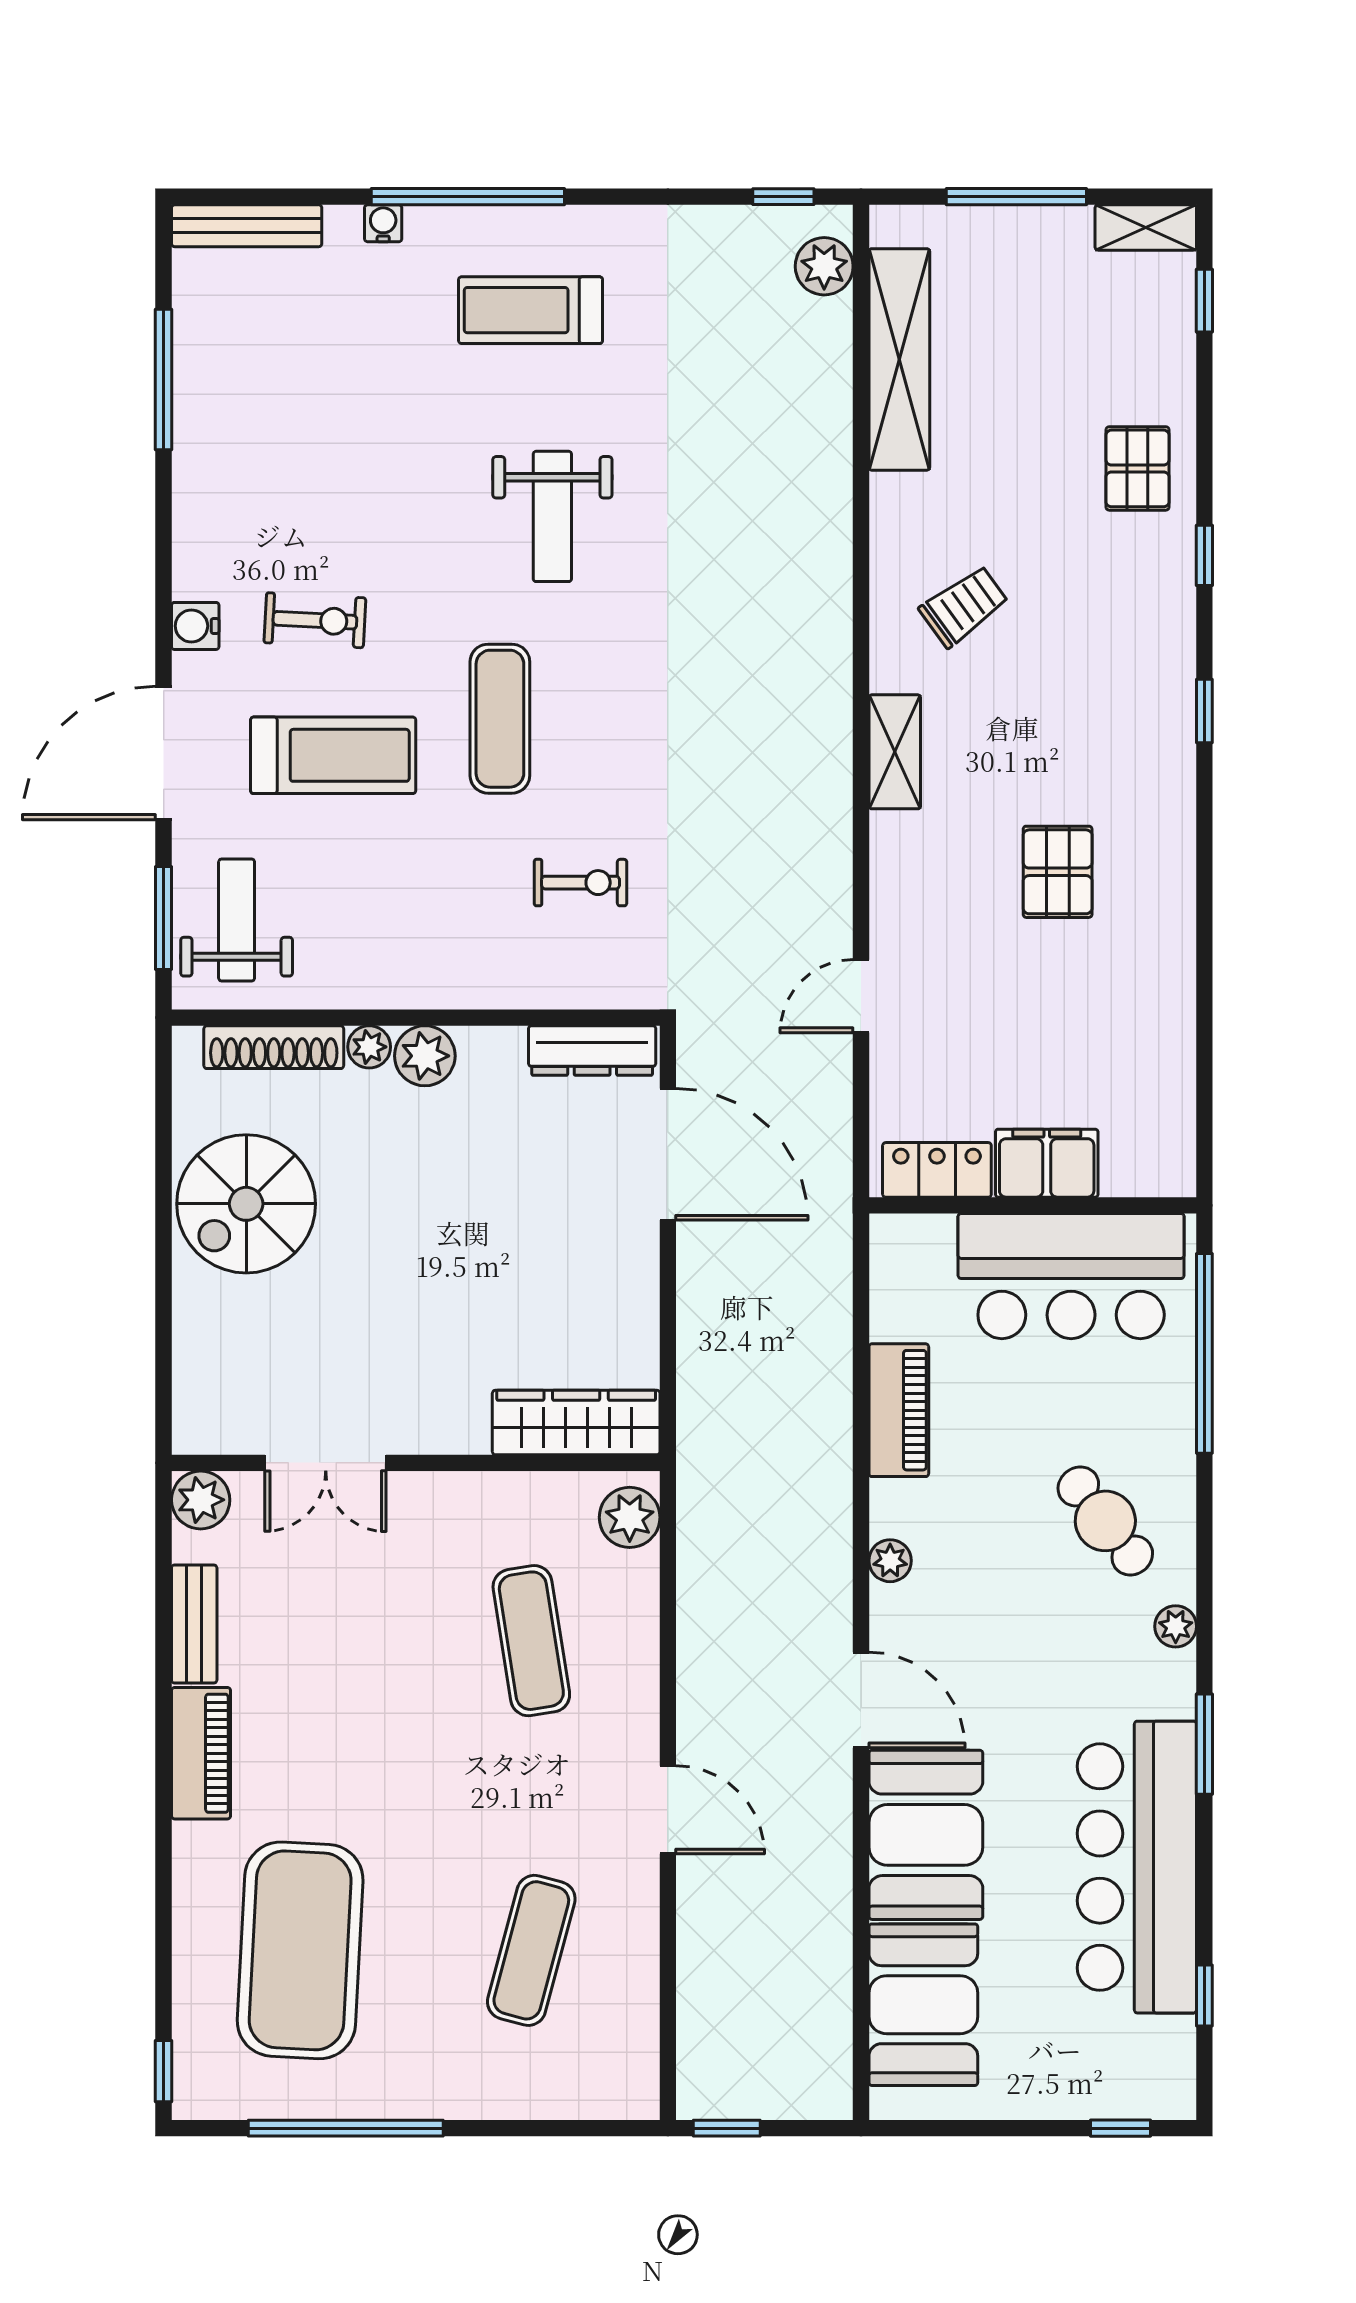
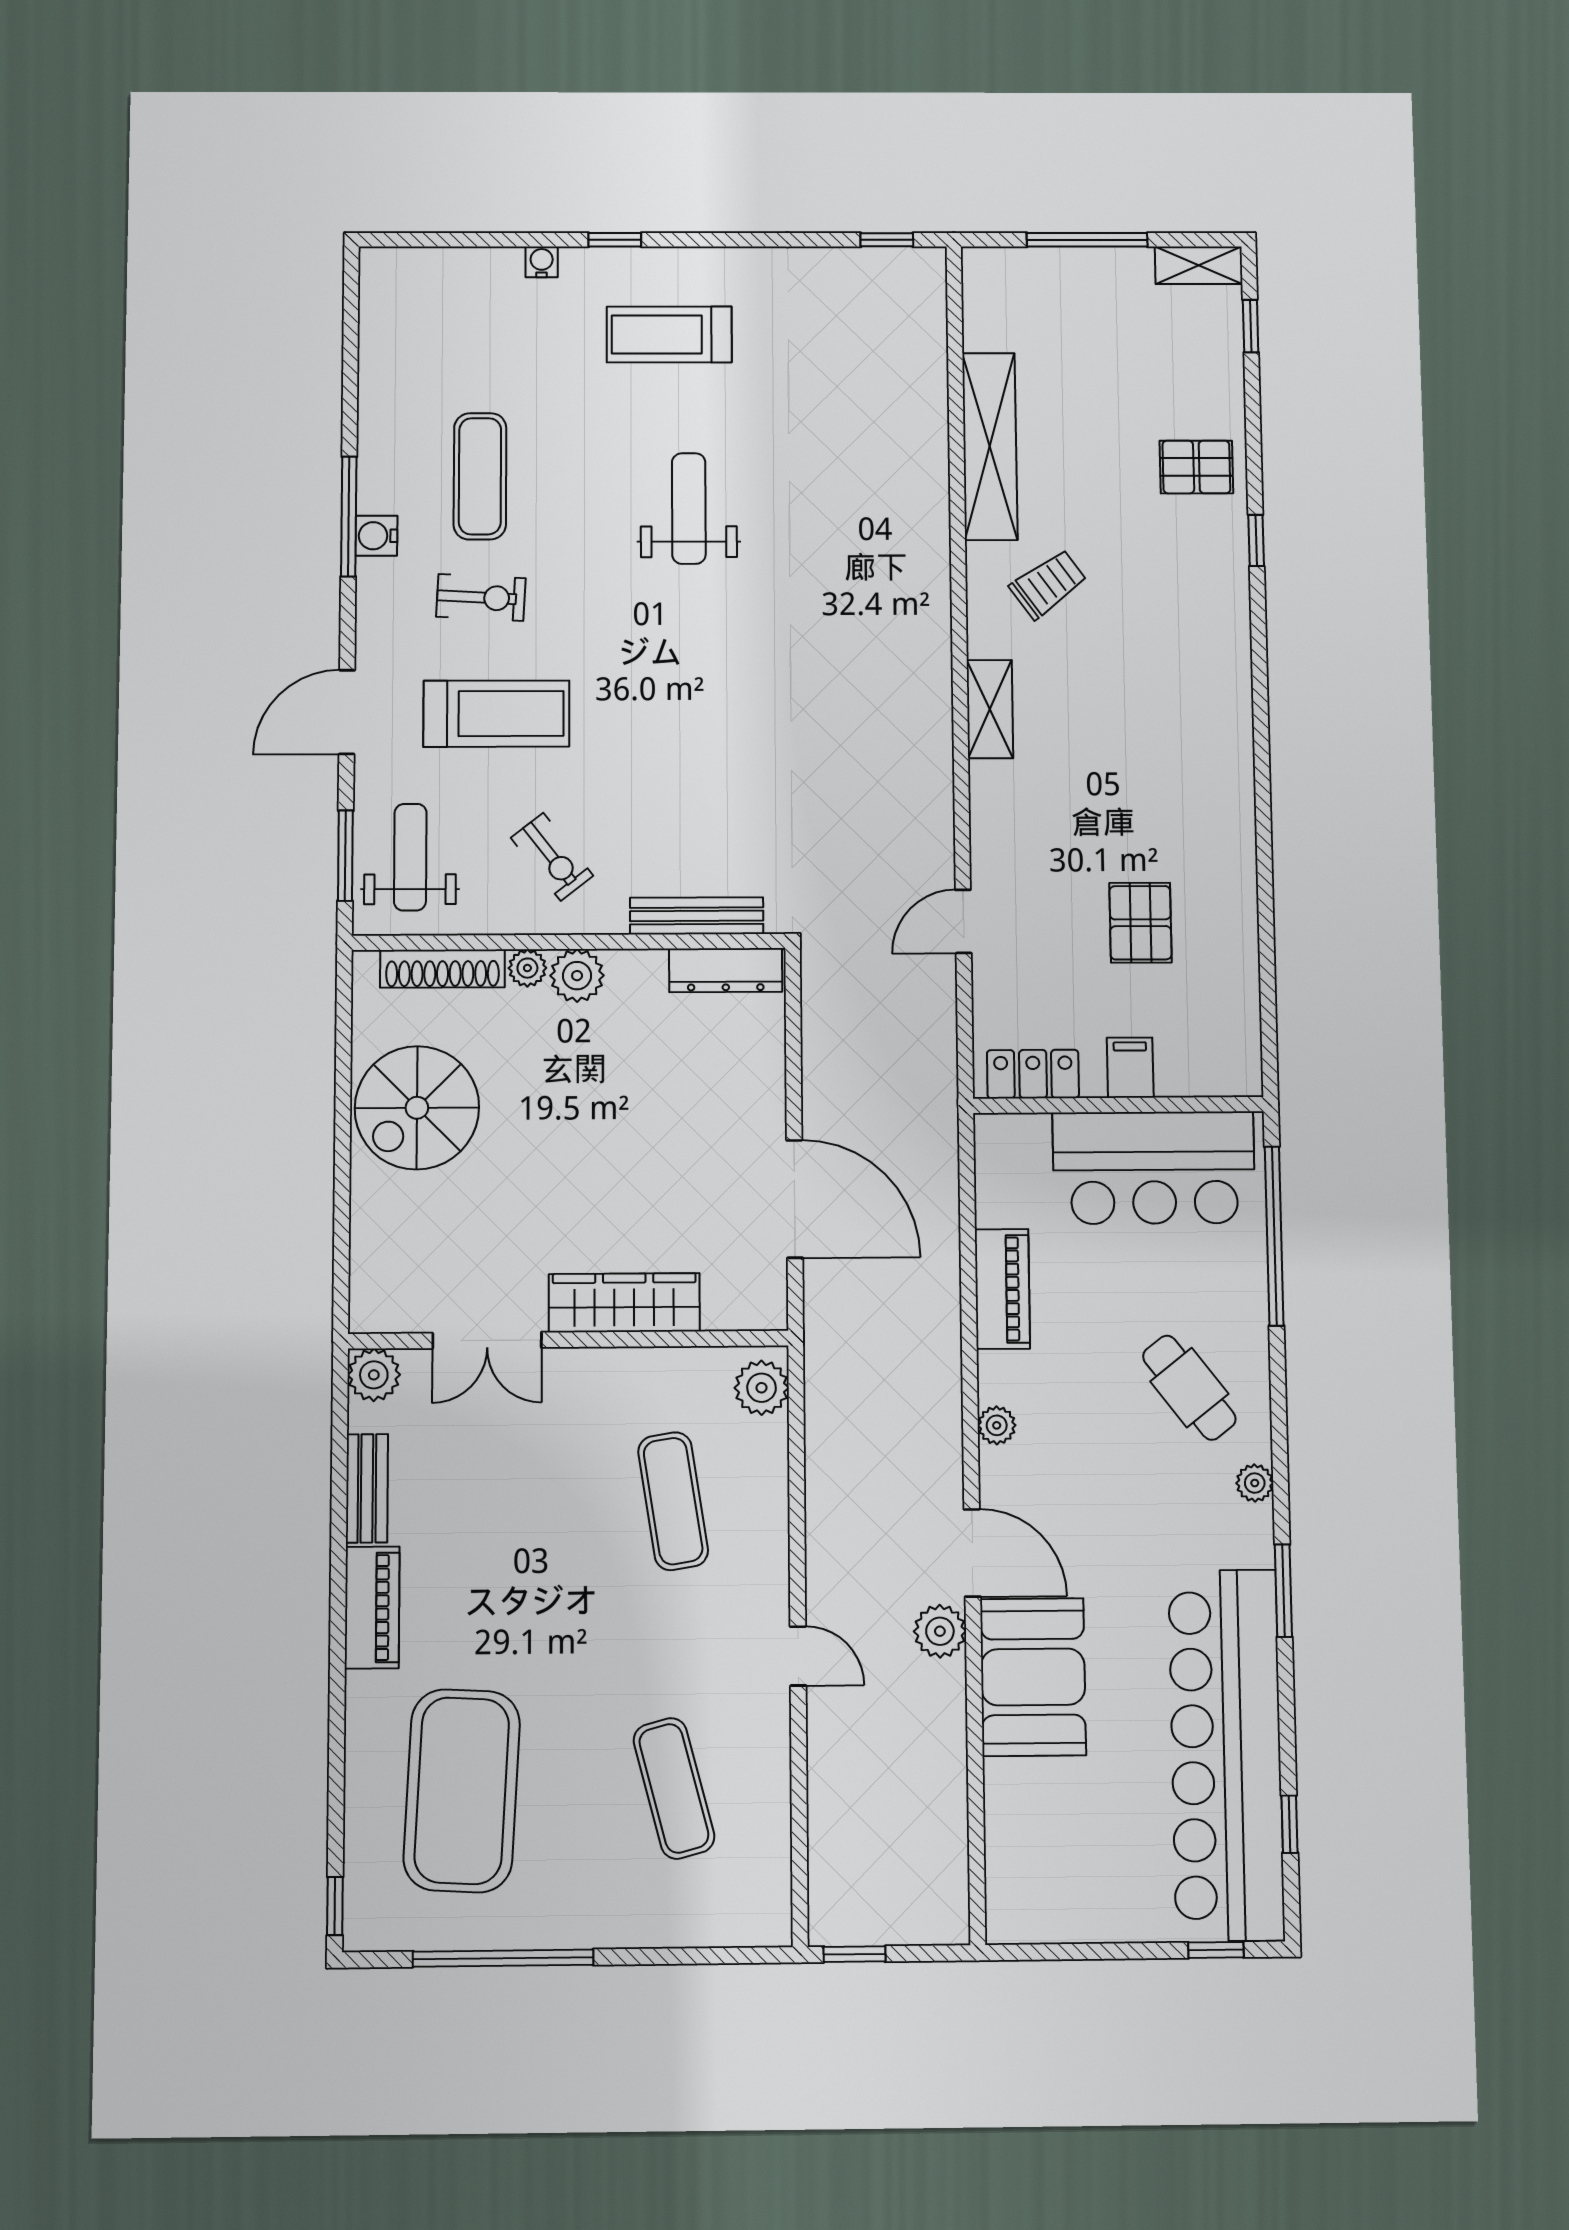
window: (468, 197) -> (615, 240), width x0.32
bench: (247, 226) -> (697, 916), moved
plant: (824, 266) -> (940, 1631), moved
shelving: (899, 359) -> (990, 446), moved
window: (164, 380) -> (349, 516), moved
pallet: (1138, 468) -> (1196, 467), turned 90
weight bench: (552, 516) -> (689, 508), turned 180
water cooler: (195, 626) -> (376, 536), moved
window: (1204, 711) -> (1260, 673), removed
exercise mat: (500, 719) -> (480, 476), moved
door: (164, 753) -> (347, 712), width x0.73
pallet: (1058, 872) -> (1140, 923), moved
exercise bike: (581, 883) -> (552, 857), moved, turned 52
door: (668, 1154) -> (795, 1199), moved
filing cabinet: (1047, 1163) -> (1130, 1068), width x0.50
wardrobe: (576, 1422) -> (624, 1303), moved
door: (668, 1810) -> (798, 1656), width x0.73
bar counter: (1137, 1867) -> (1226, 1754), width x1.36
exercise mat: (531, 1950) -> (674, 1788), turned -30
booth: (923, 2005) -> (1033, 1836), removed

